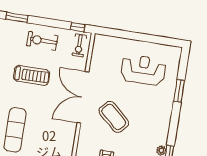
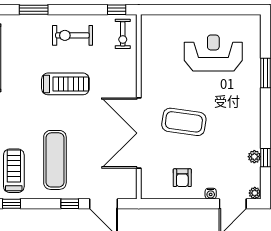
double door: (83, 97) -> (139, 133), moved
coffee table: (114, 117) -> (184, 122), turned -34

